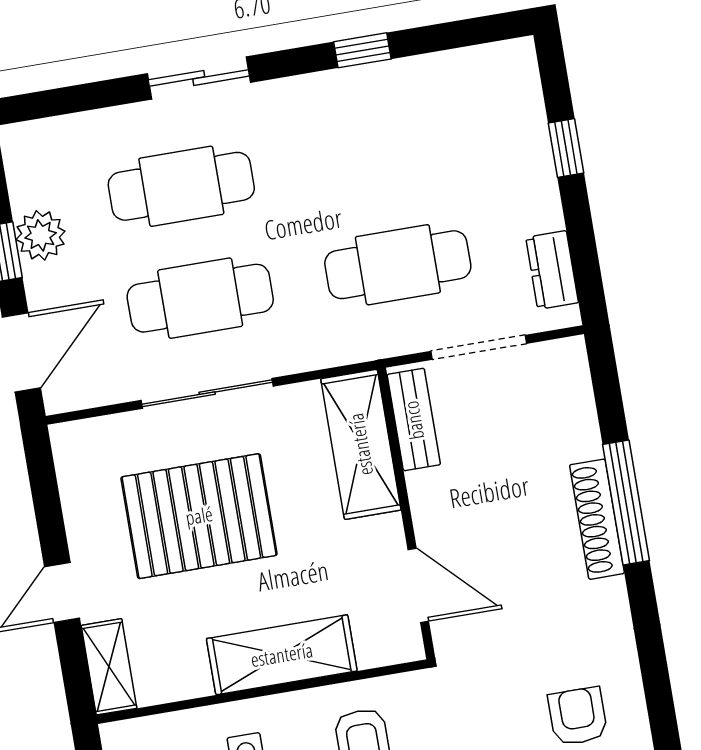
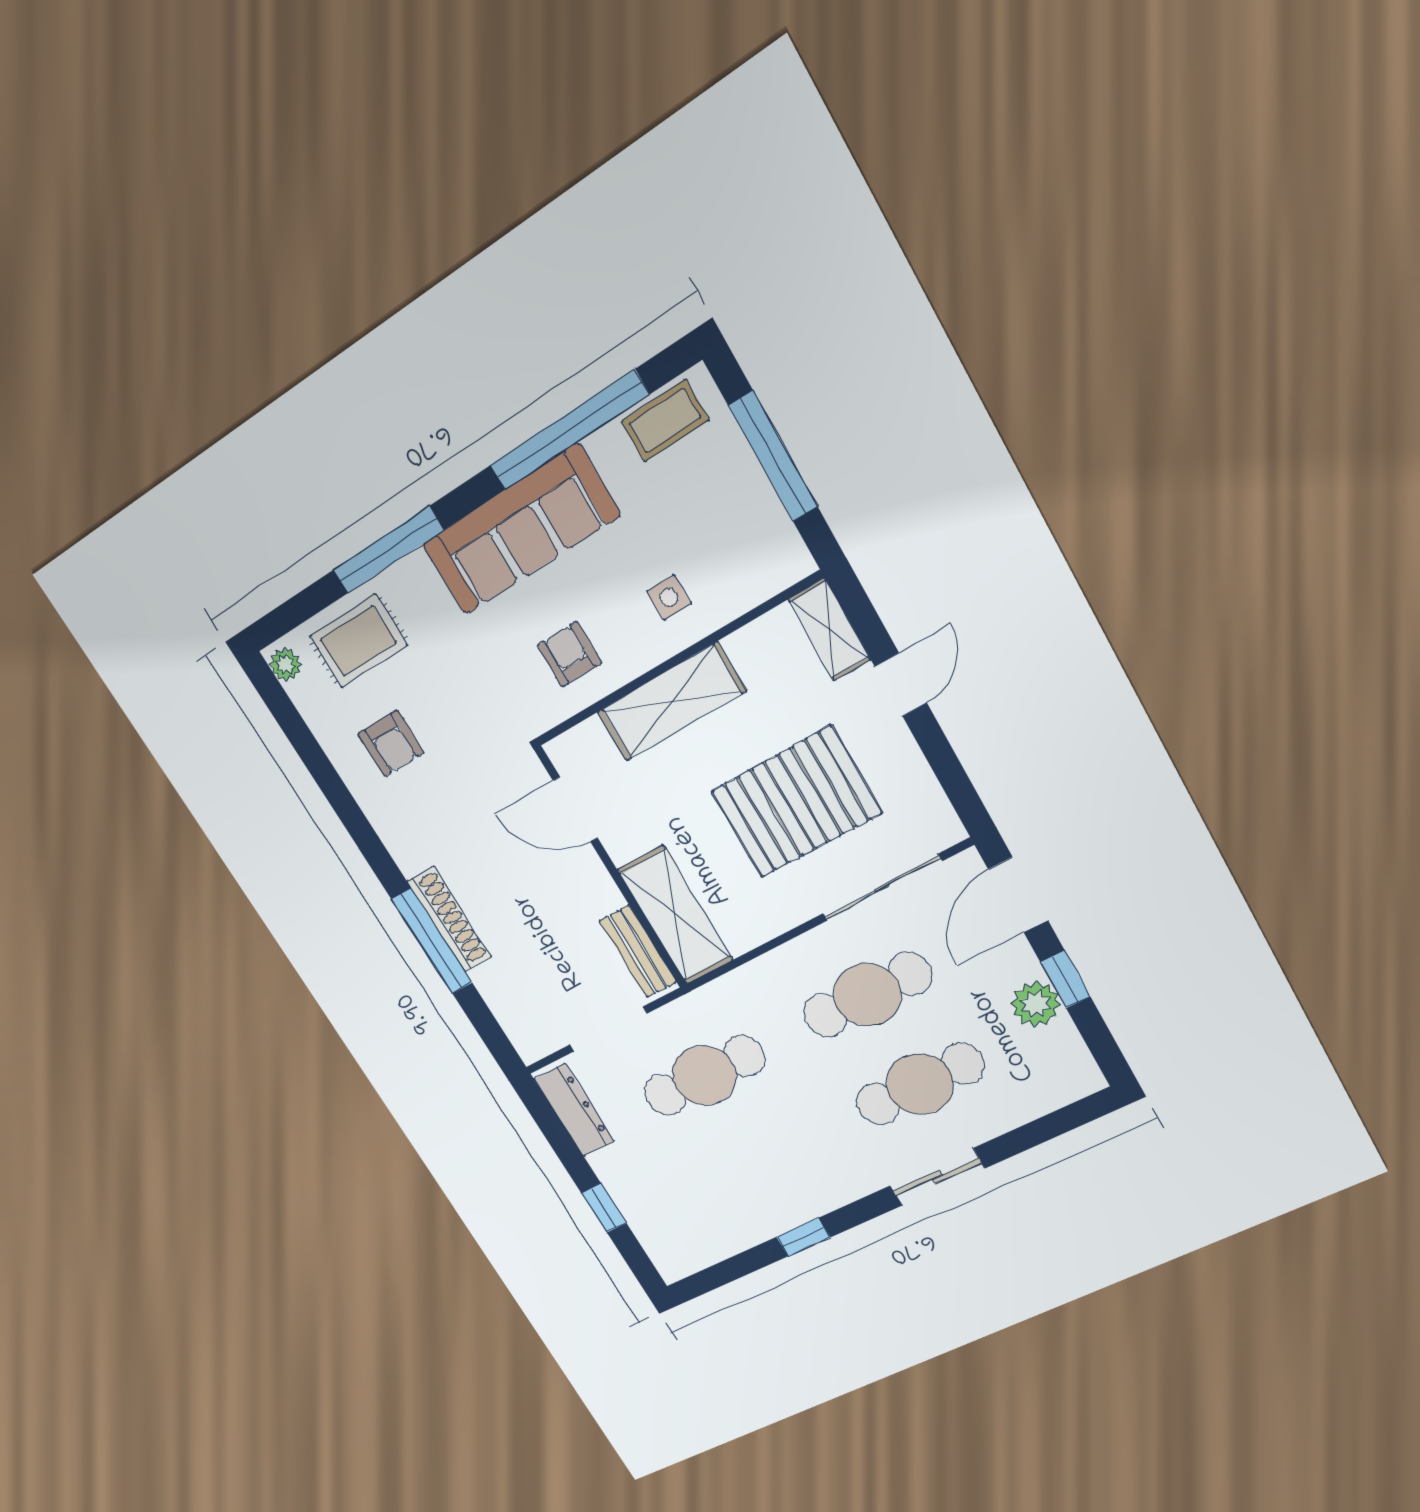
dresser: (552, 270) -> (574, 1110), width x1.44
sliding door: (207, 393) -> (882, 888), moved

